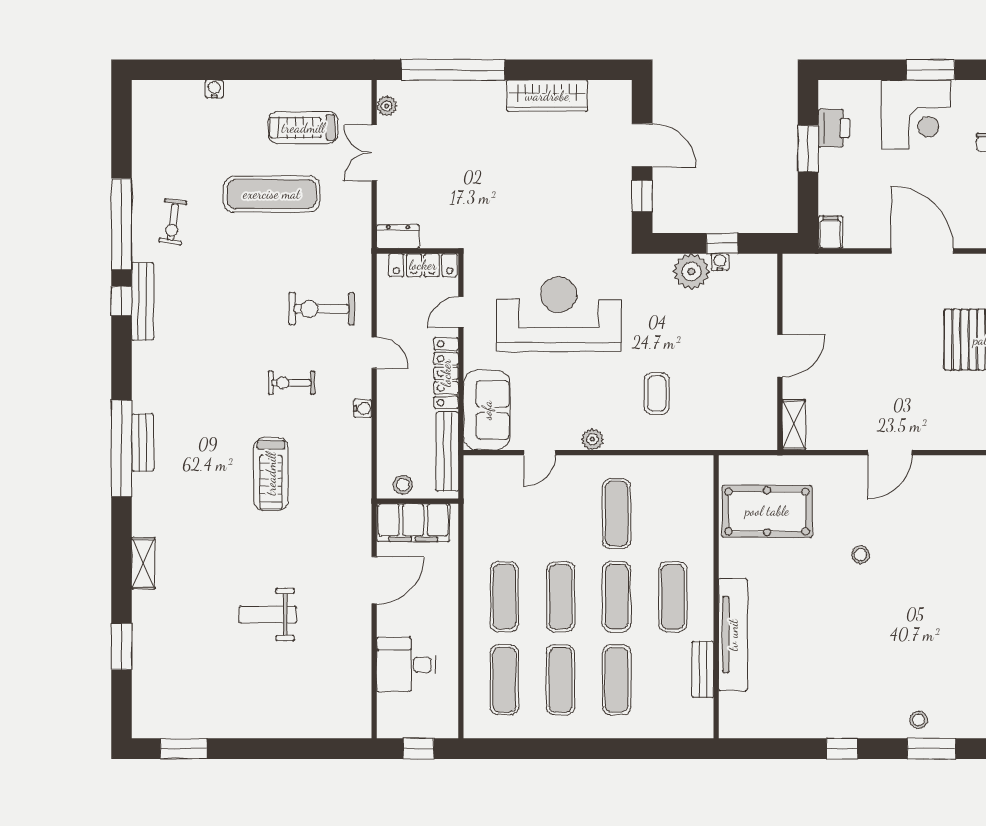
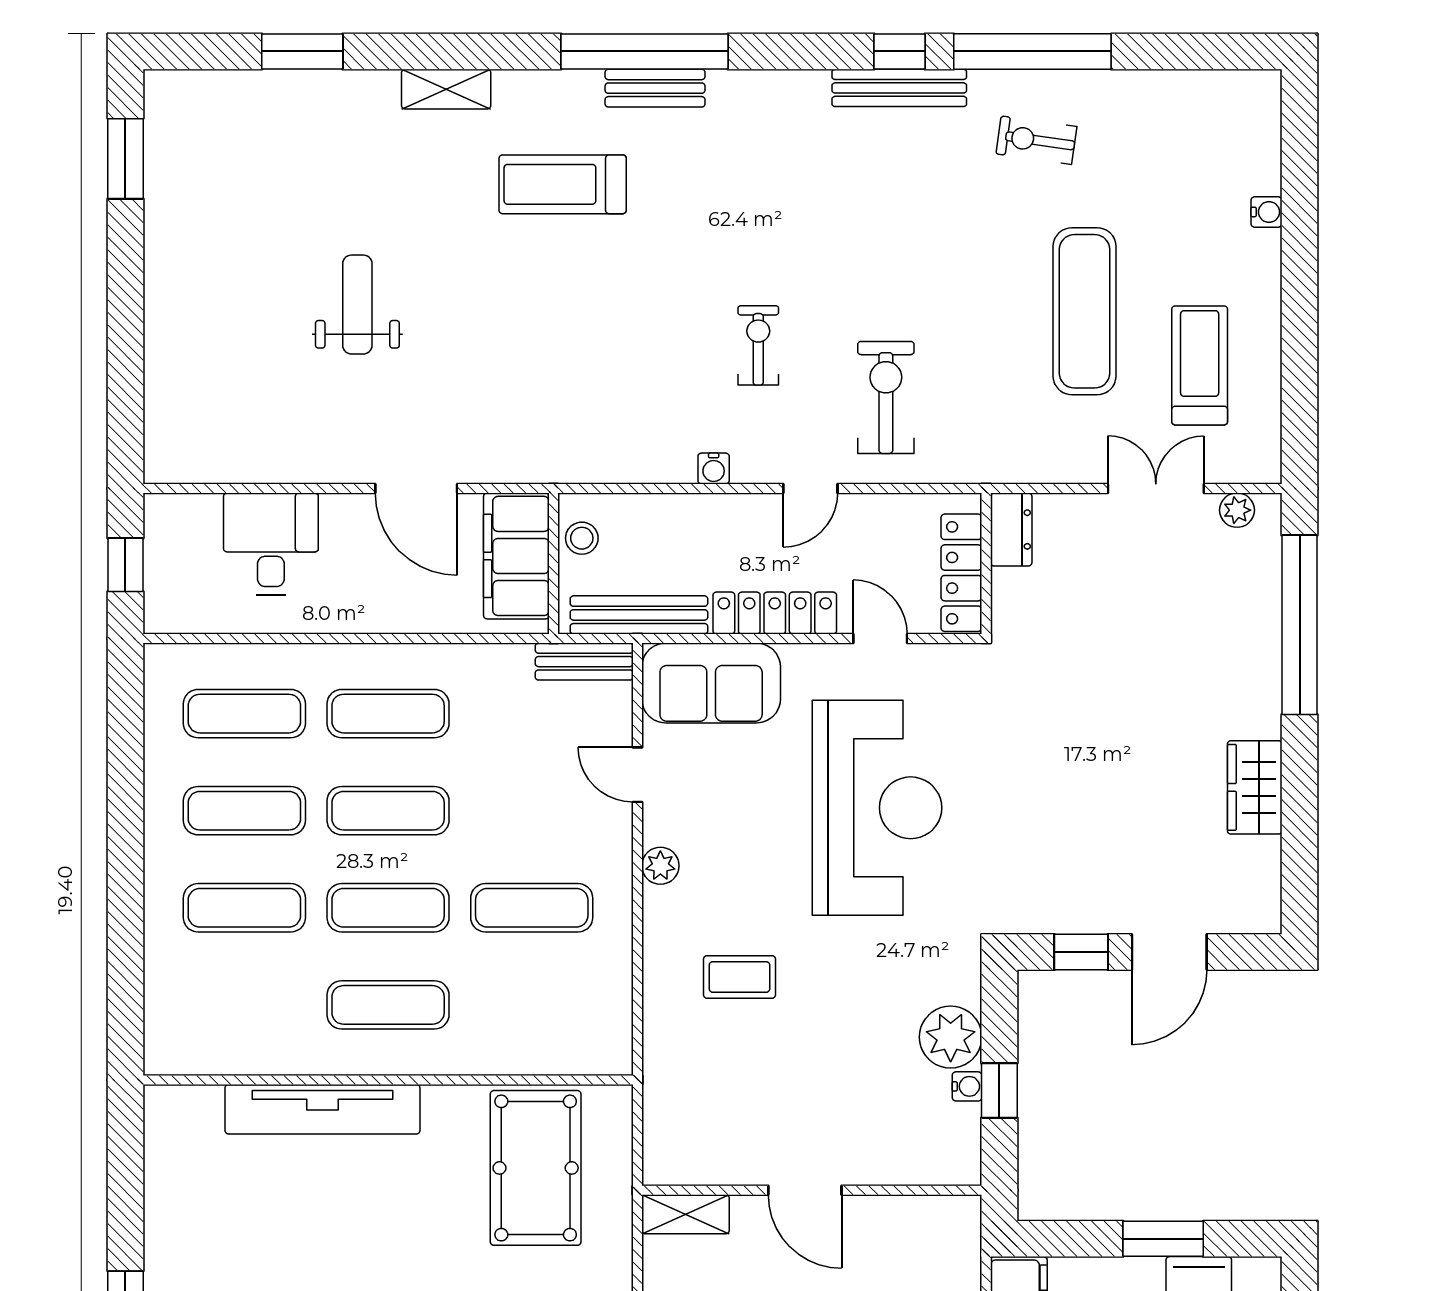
wardrobe: (547, 96) -> (1255, 787), width x0.67
treadmill: (271, 474) -> (563, 184), moved
bench: (703, 669) -> (584, 662), moved

